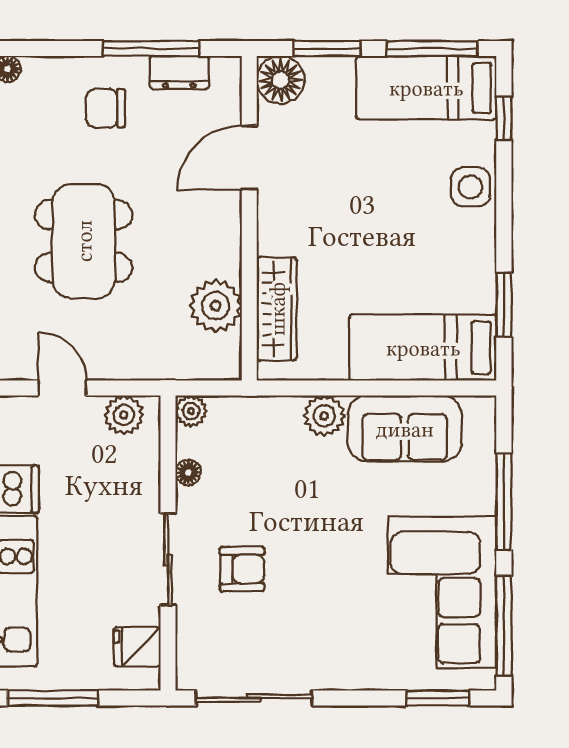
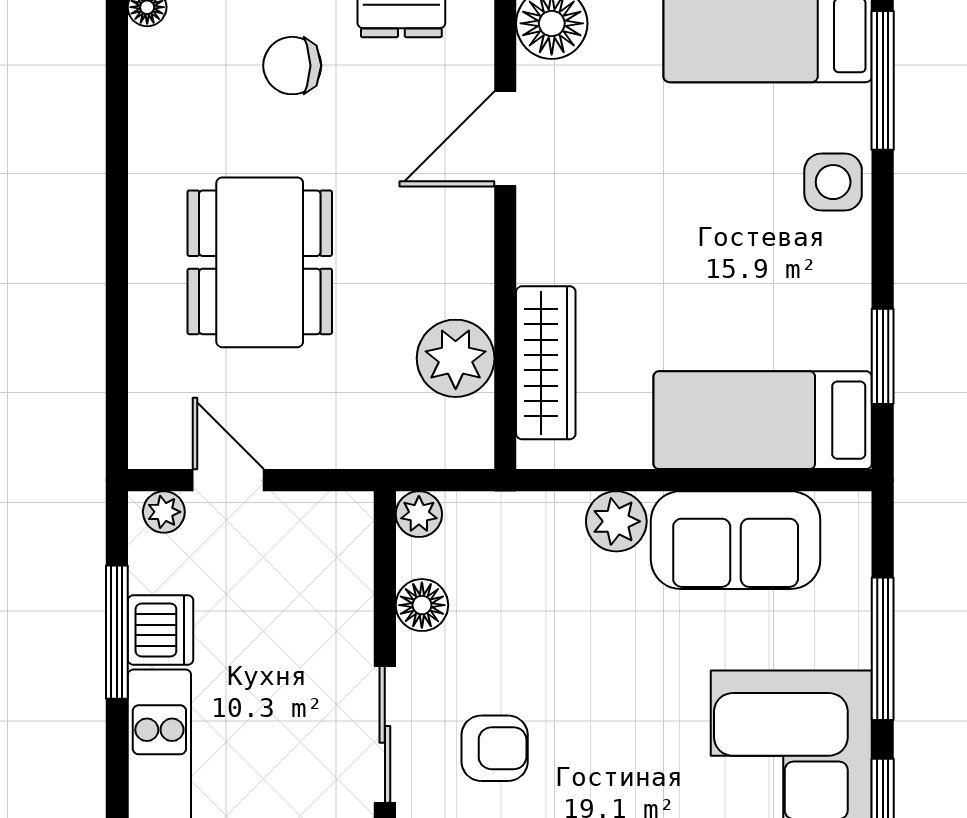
window: (504, 118) -> (883, 80), width x2.17
plant: (124, 415) -> (164, 512), moved, width x0.73, depth x0.73
floor lamp: (188, 472) -> (422, 605), width x1.37, depth x1.37

